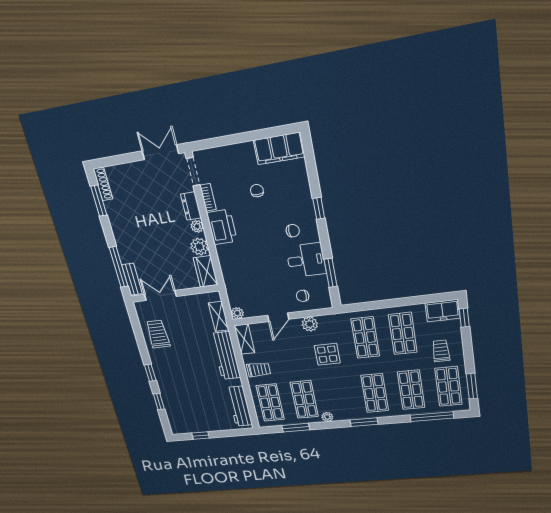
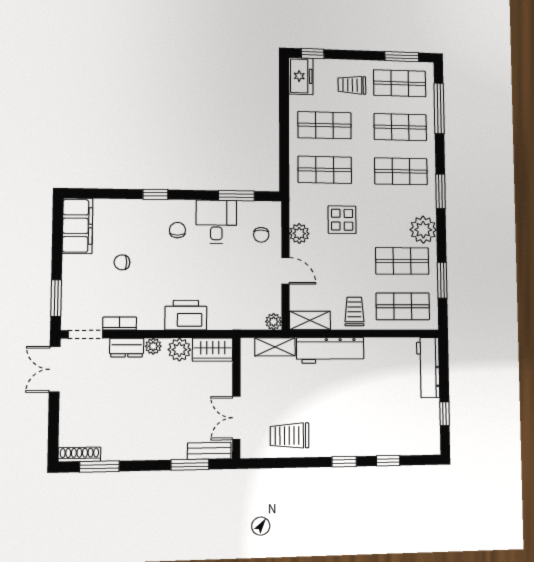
window: (216, 142) -> (56, 298), added
printer: (222, 227) -> (186, 315), moved
window: (119, 267) -> (190, 465), width x0.69
workbench: (240, 406) -> (428, 367), moved, turned 90
plant: (327, 417) -> (423, 230), width x1.87, depth x1.87

